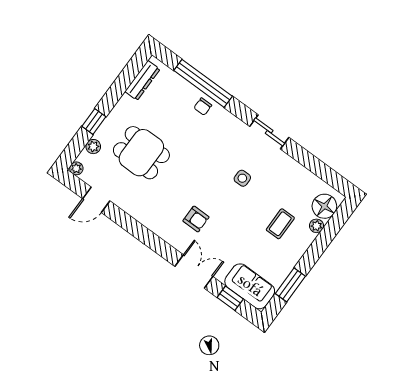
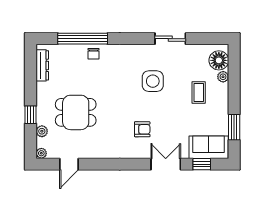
sliding door: (269, 132) -> (170, 39), moved
side table: (242, 178) -> (153, 81), width x1.87, depth x1.87

